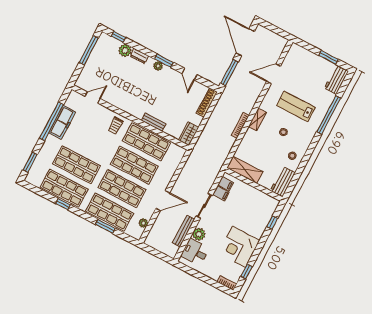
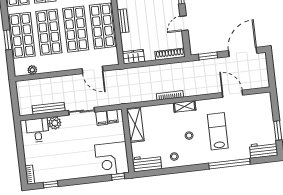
window: (229, 73) -> (208, 56), width x0.69
door: (163, 201) -> (92, 70), moved
window: (272, 222) -> (118, 177), moved
corner desk: (239, 247) -> (112, 159), moved, turned -90

